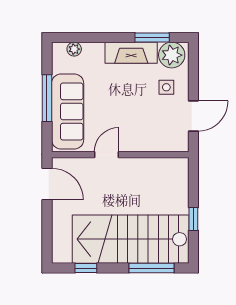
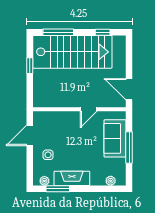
plant: (172, 55) -> (44, 181), width x0.53, depth x0.53
sofa: (68, 112) -> (115, 138), width x0.73

